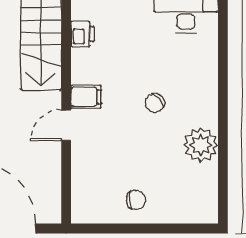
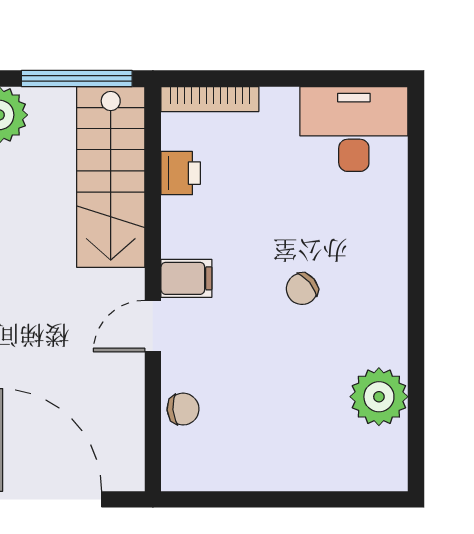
plant: (201, 145) -> (379, 397), moved
chair: (136, 200) -> (183, 409), moved

